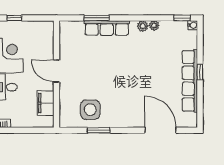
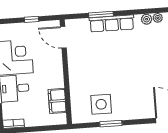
window: (14, 18) -> (32, 19), moved
door: (56, 71) -> (63, 37), moved

